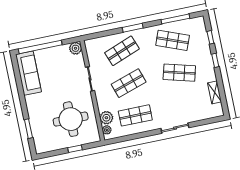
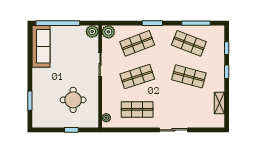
plant: (106, 118) -> (108, 32), moved
round table: (71, 119) -> (73, 100), width x0.73, depth x0.73

